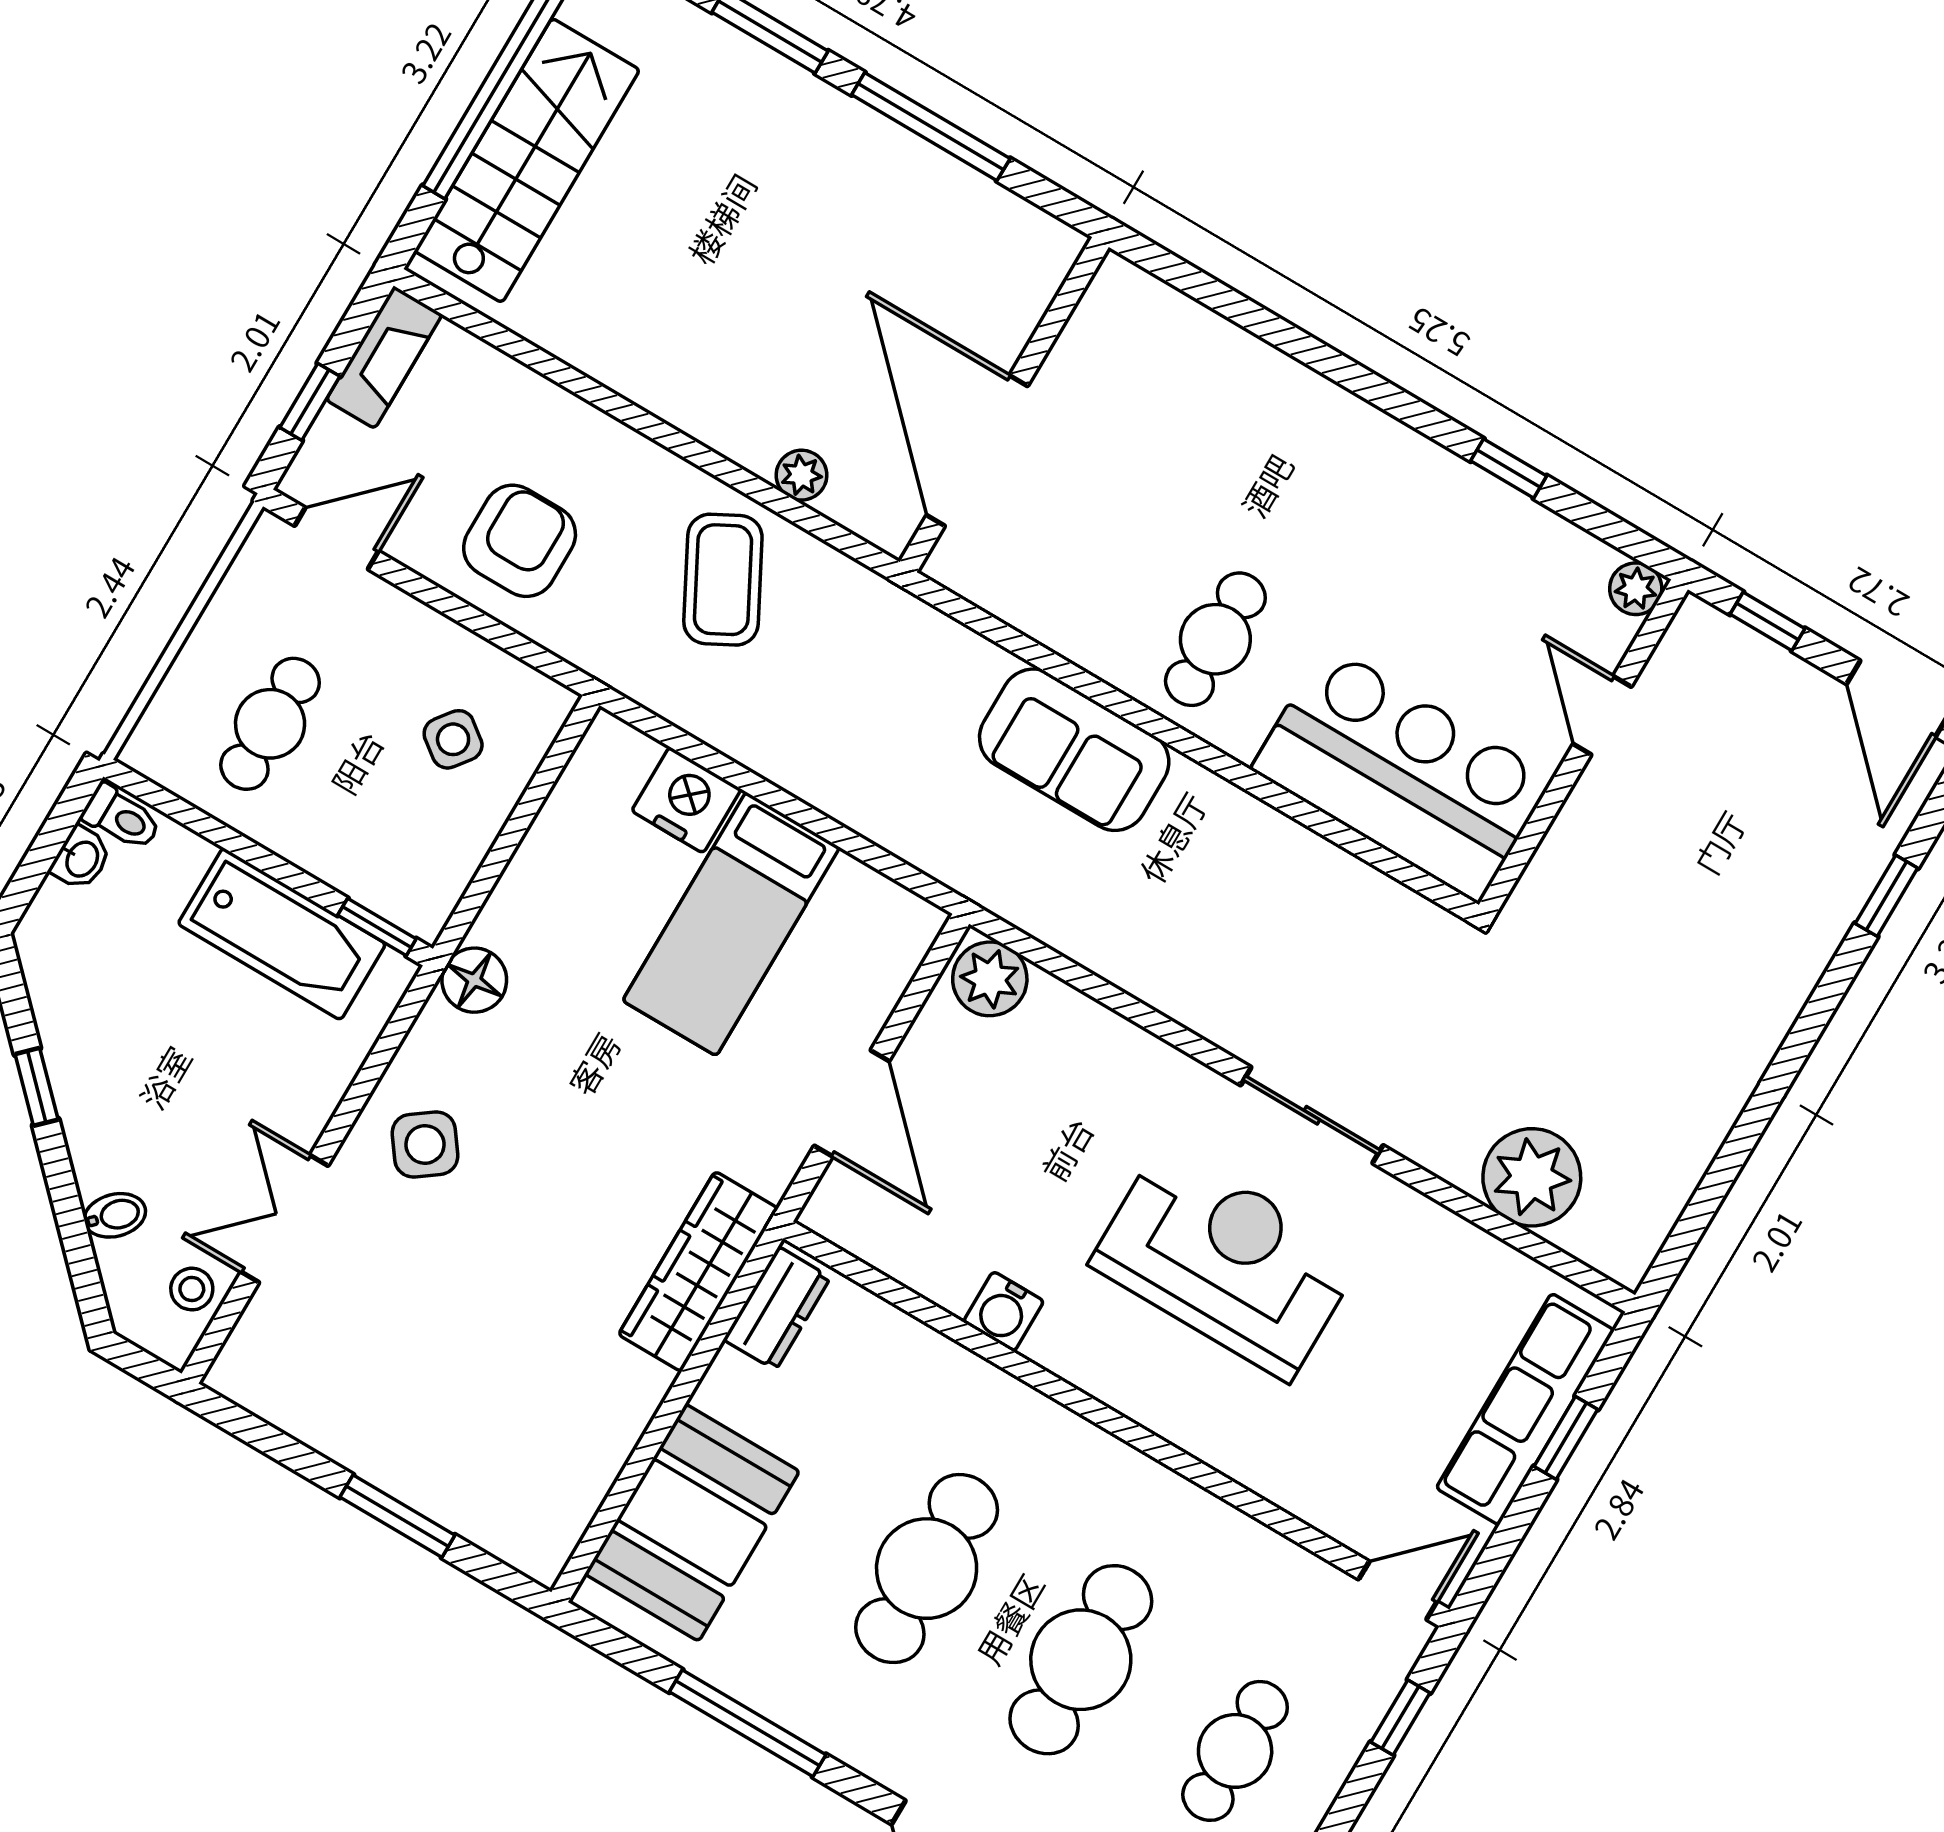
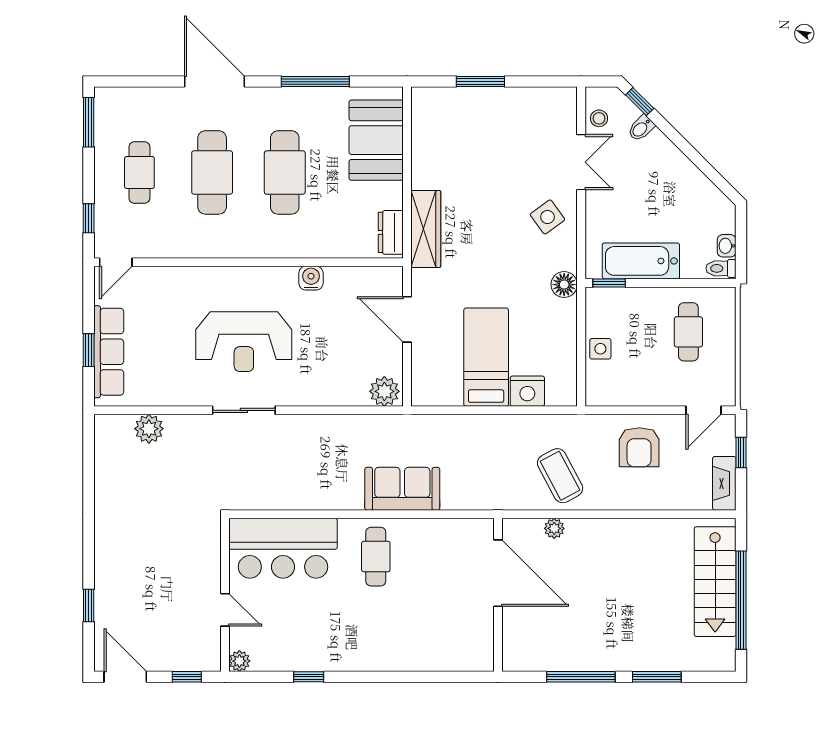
side table: (453, 739) -> (600, 349), moved, turned -37
window: (37, 1087) -> (640, 102), moved
plant: (1532, 1177) -> (149, 429), width x0.73, depth x0.73

